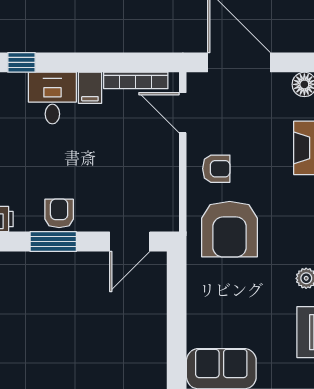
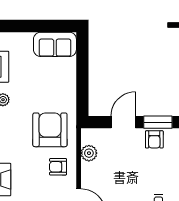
plant: (166, 191) -> (89, 153), added
door: (130, 242) -> (123, 122), moved

